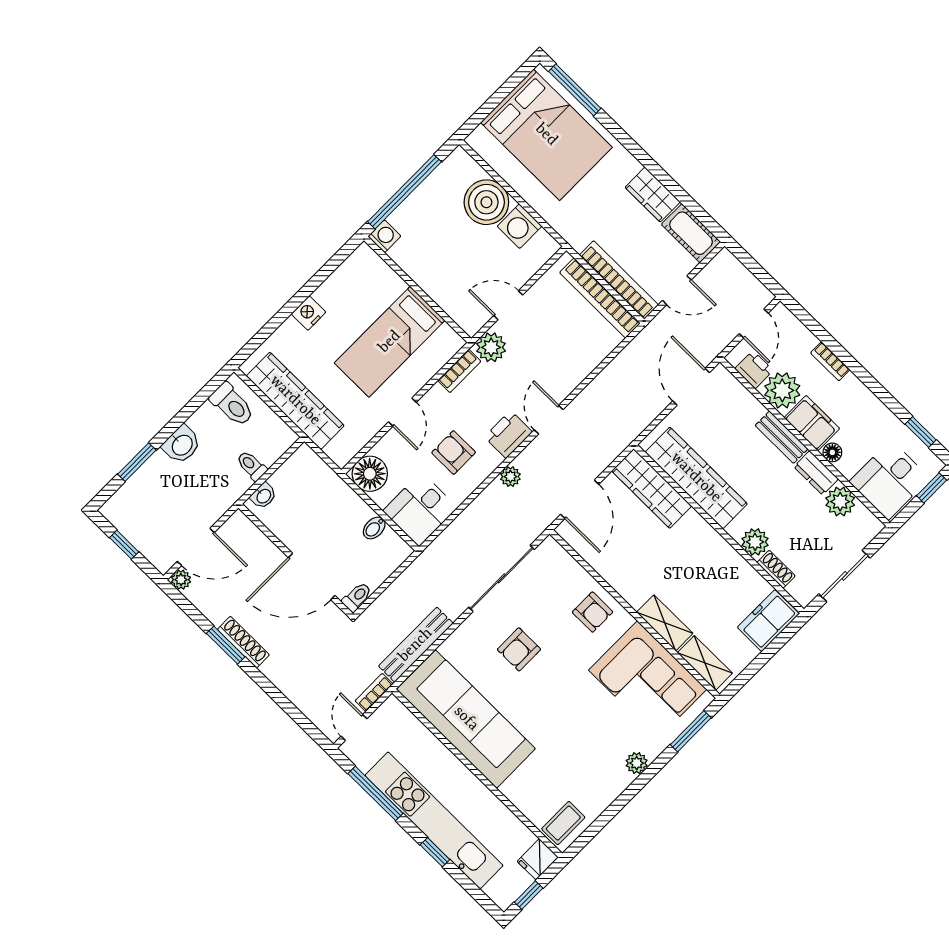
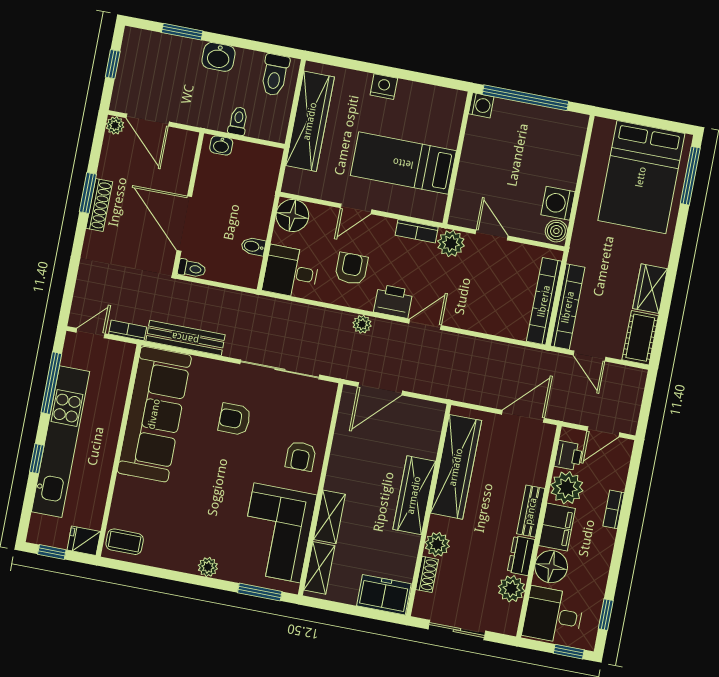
boiler: (486, 202) -> (556, 231), moved, width x0.54, depth x0.54
floor lamp: (832, 452) -> (551, 567), width x1.89, depth x1.89
wardrobe: (652, 489) -> (414, 495), moved

